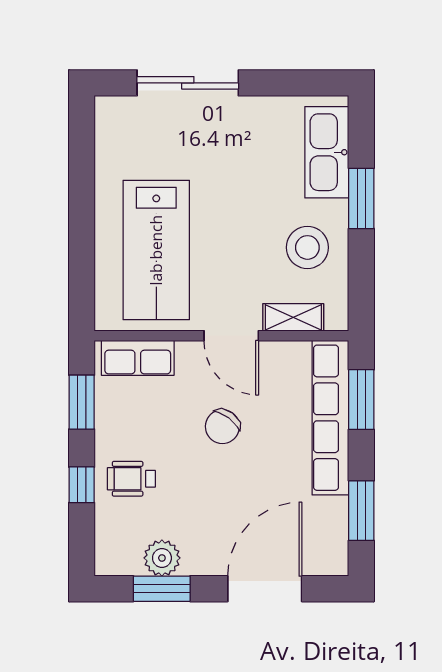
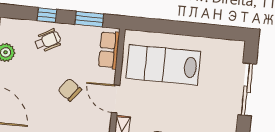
door: (231, 336) -> (116, 99), hinge flipped
wheelchair: (131, 479) -> (48, 41), turned 62

